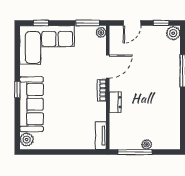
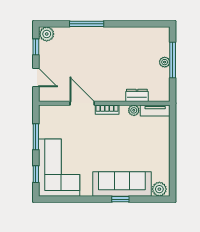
window: (88, 23) -> (36, 137), moved
plant: (101, 32) -> (134, 110), moved
window: (17, 89) -> (120, 199), moved
dresser: (115, 102) -> (137, 95), moved
window: (135, 152) -> (173, 60), moved

